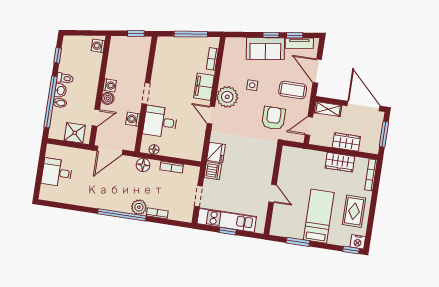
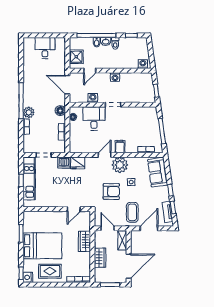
sofa: (265, 49) -> (158, 172), moved
filing cabinet: (204, 87) -> (120, 147), width x0.50
boiler: (108, 98) -> (105, 77), removed
door: (96, 118) -> (90, 71), hinge flipped
armchair: (274, 118) -> (111, 191), moved
wardrobe: (340, 162) -> (84, 241), moved
door: (273, 193) -> (74, 209), moved
bed: (319, 216) -> (42, 246), width x1.50

